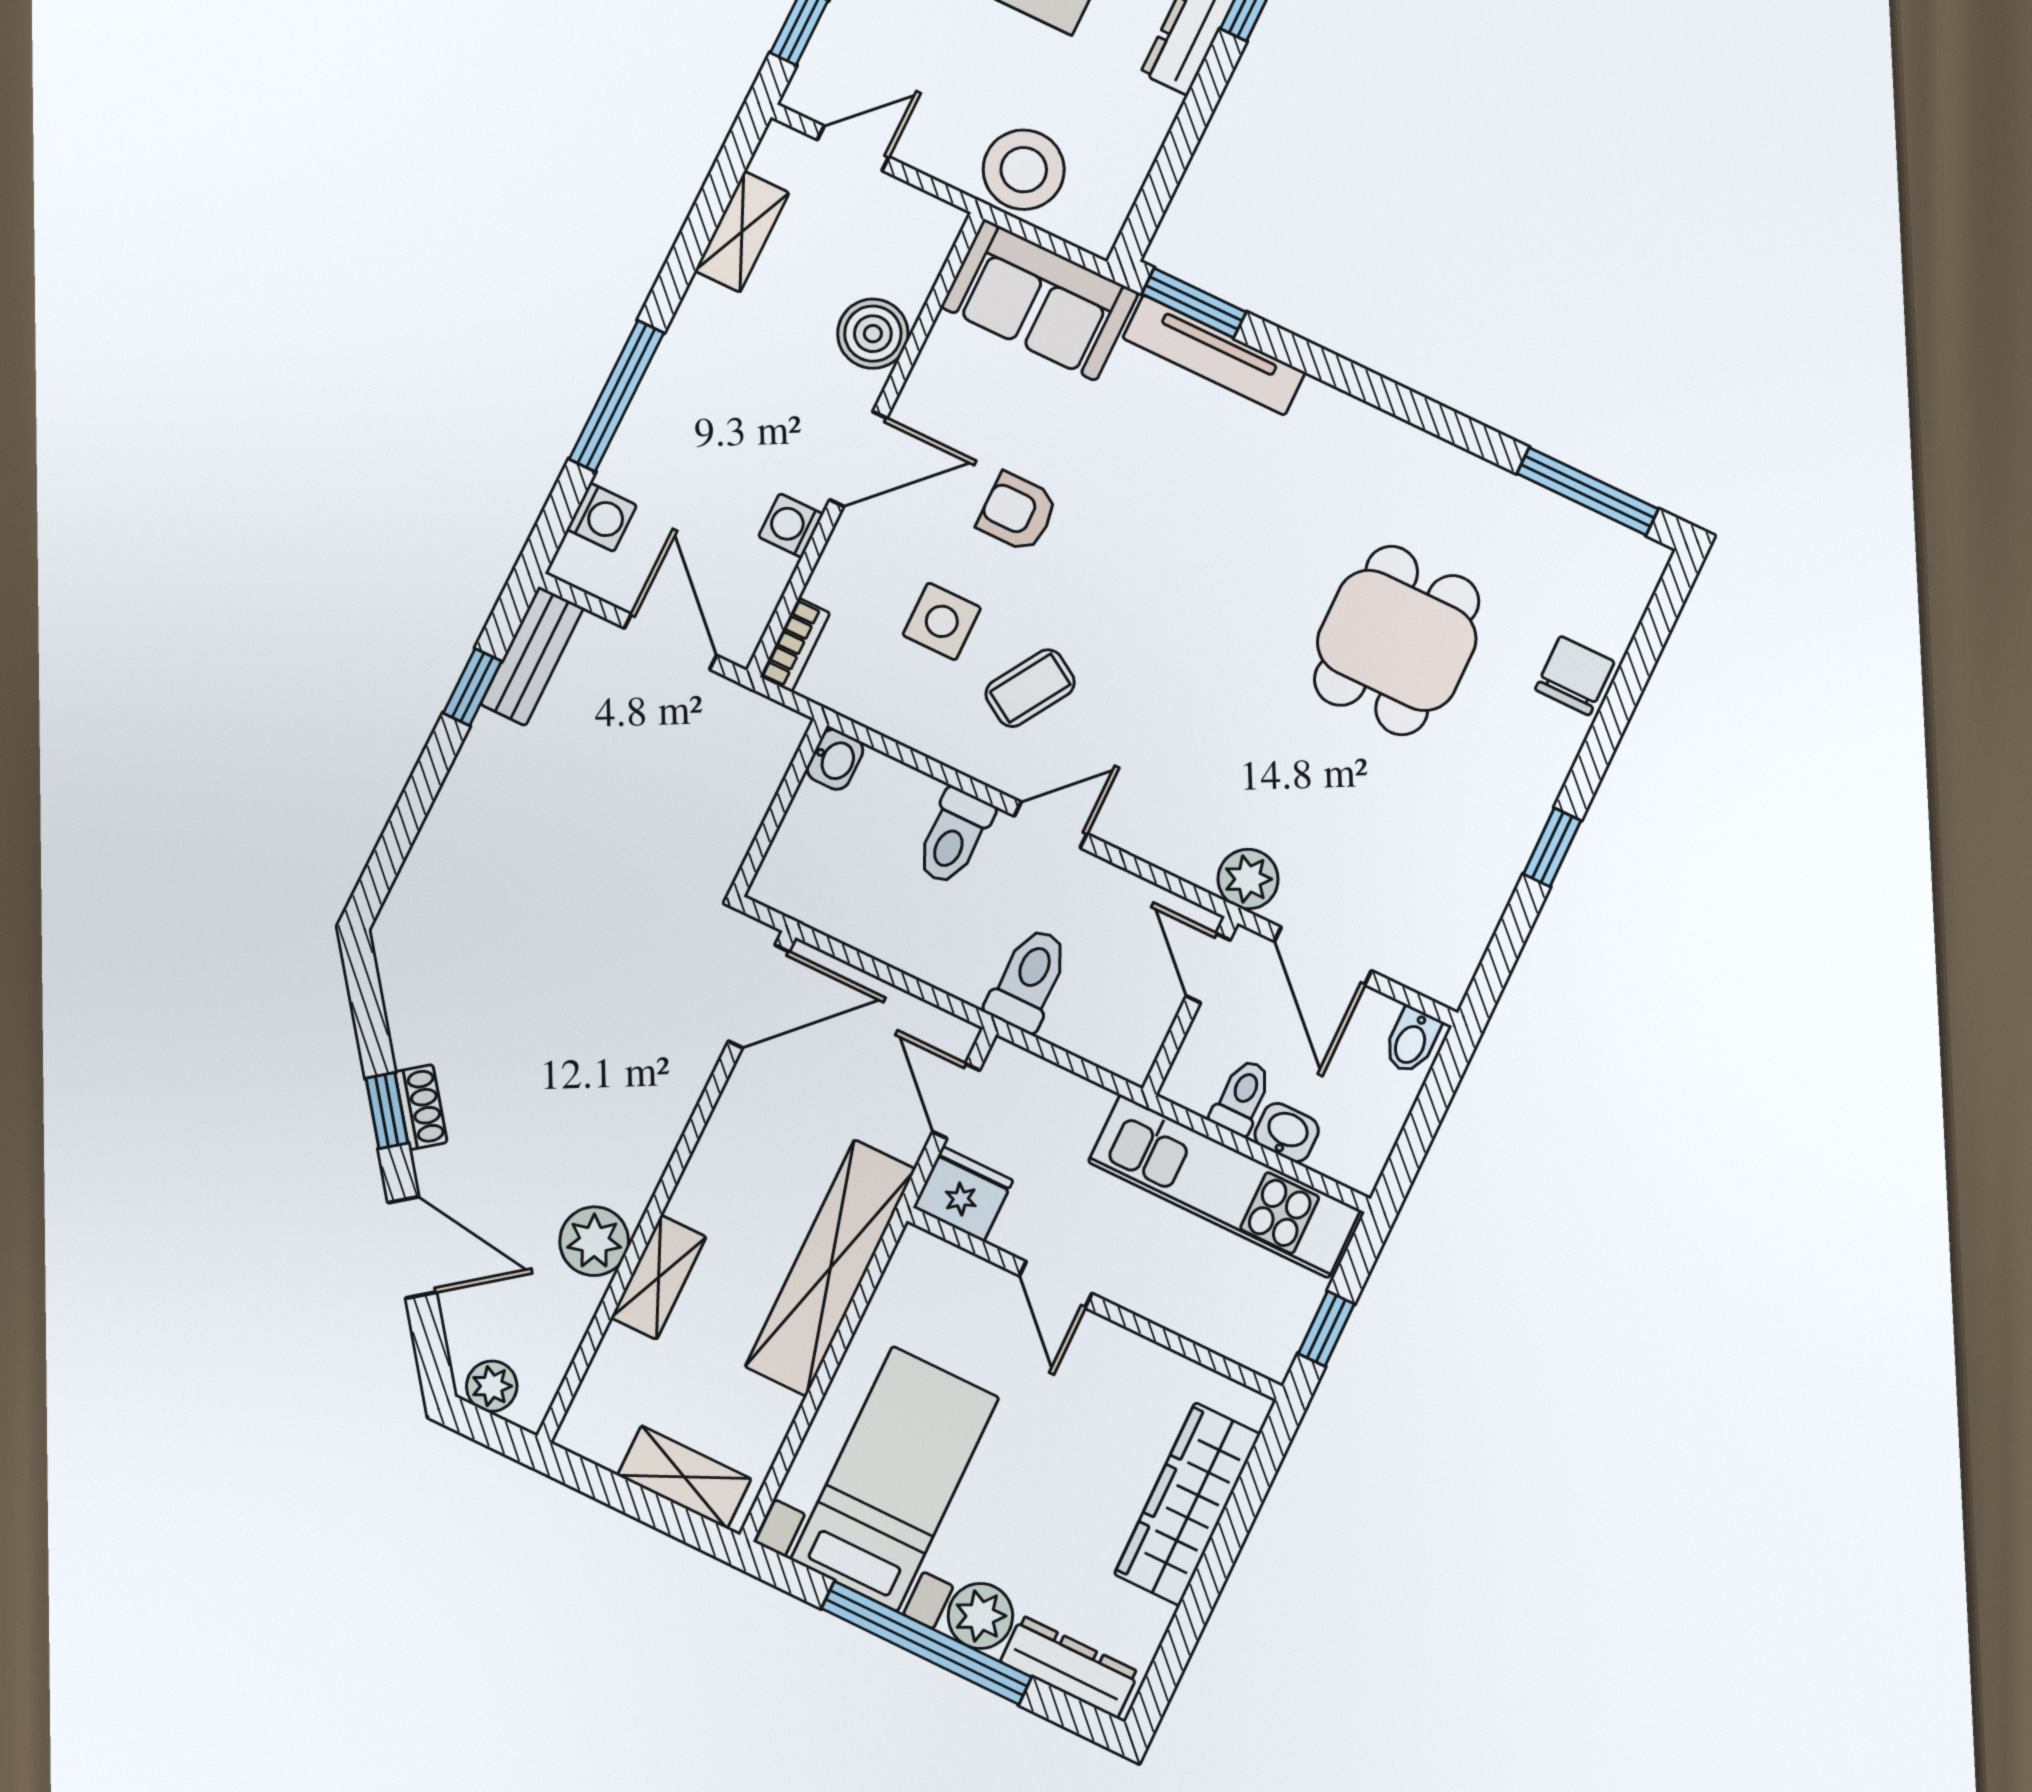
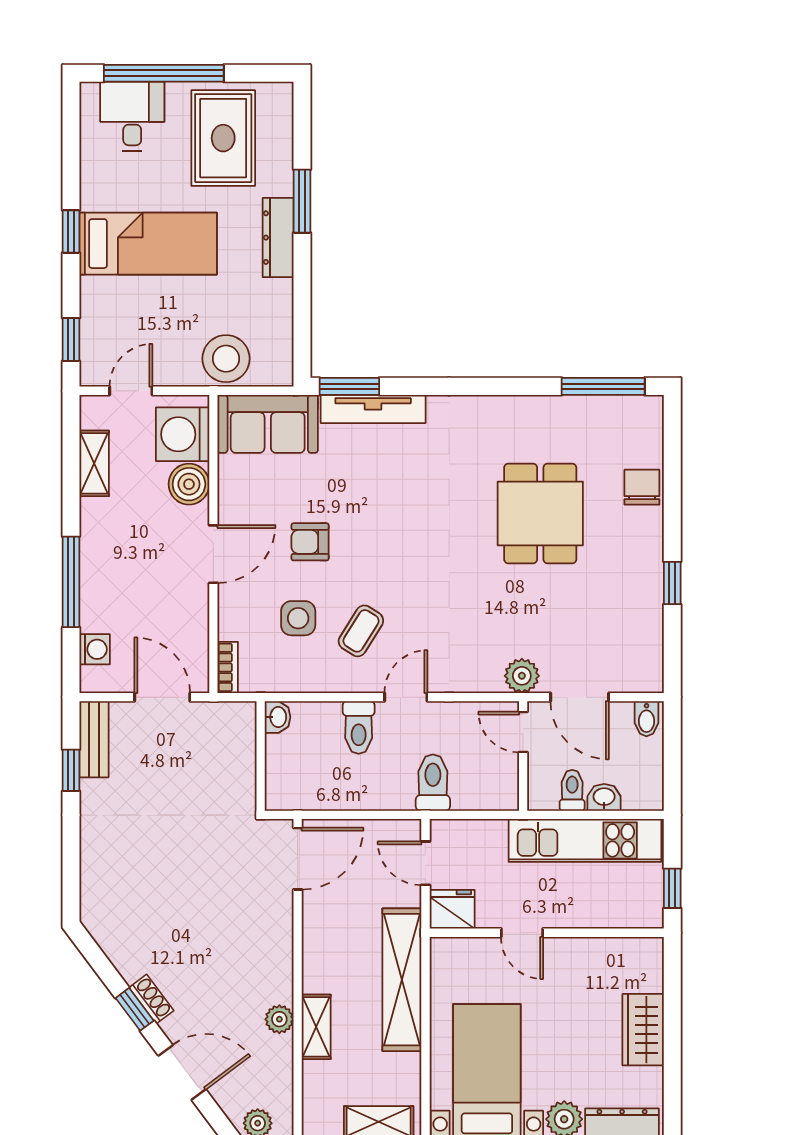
washing machine: (791, 525) -> (183, 434), moved, width x1.89, depth x1.89
plant: (594, 1241) -> (279, 1019), width x0.73, depth x0.73
wardrobe: (1187, 1504) -> (643, 1030), width x0.67

